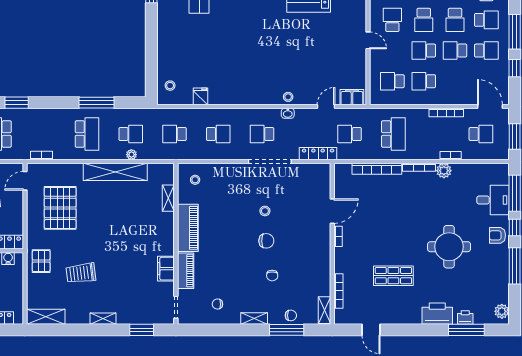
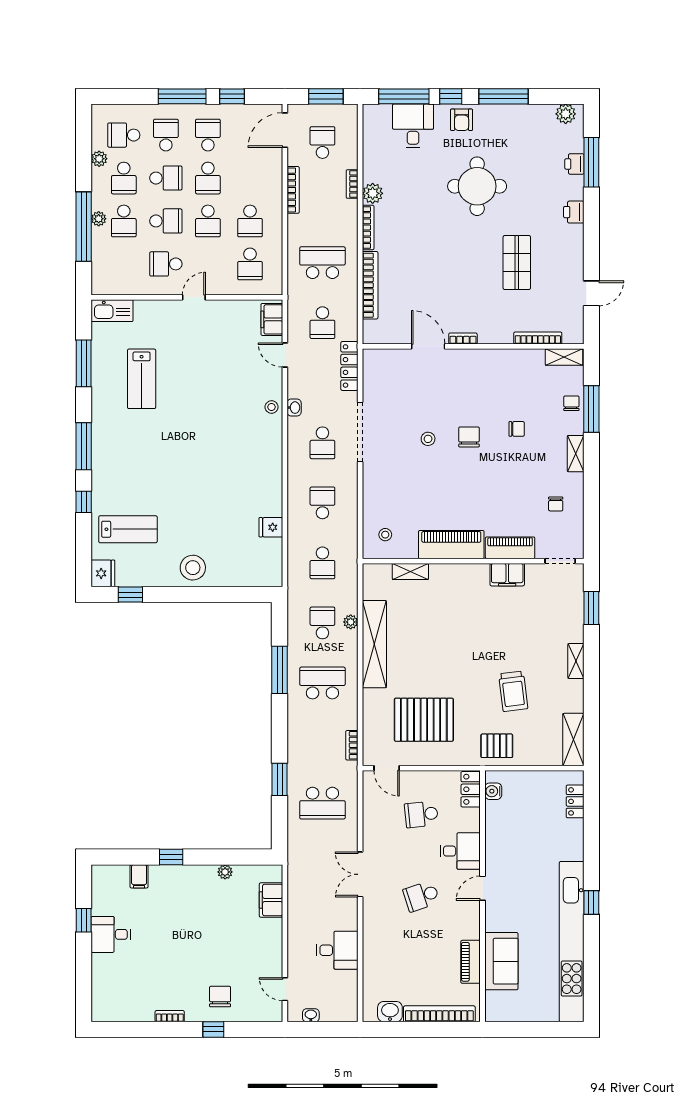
stool: (170, 86) -> (193, 568), moved, width x1.89, depth x1.89
printer: (437, 314) -> (574, 212), width x0.53, depth x0.68

